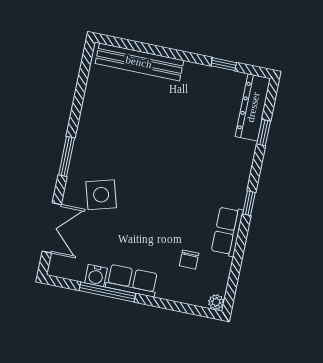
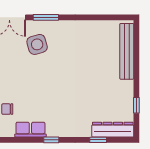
window: (67, 156) -> (46, 17), moved

